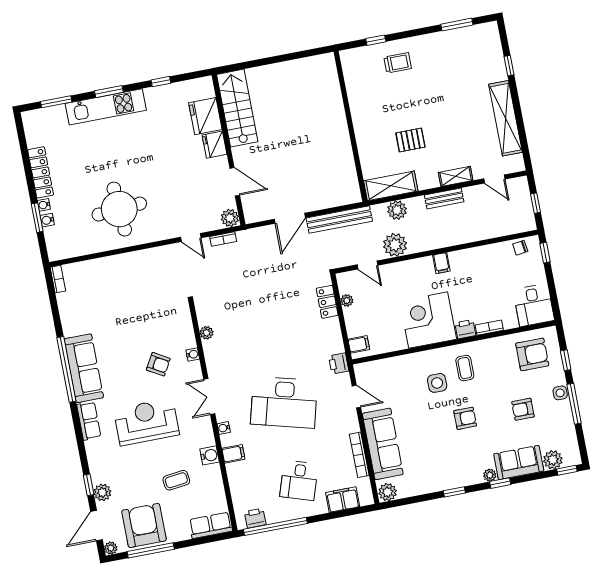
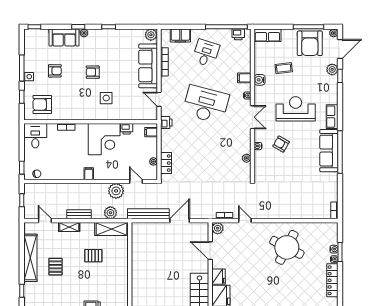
pallet: (465, 112) -> (55, 267), added
round table: (119, 209) -> (287, 247), turned 31
printer: (465, 329) -> (127, 129), moved
coffee table: (465, 368) -> (87, 104), removed
reception desk: (146, 422) -> (296, 109), turned 180
plant: (553, 460) -> (42, 35), removed

